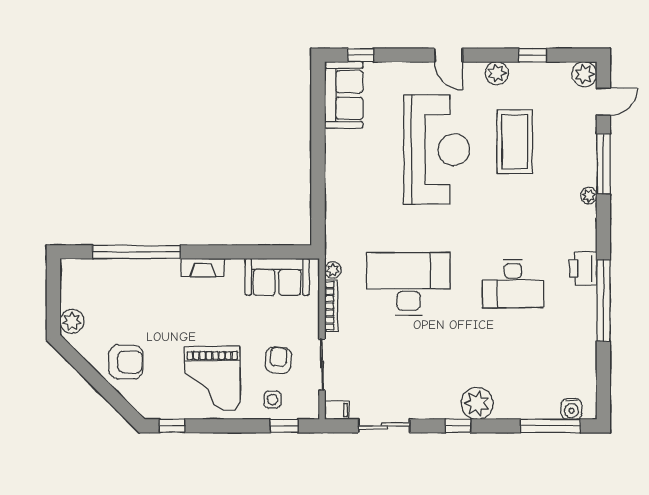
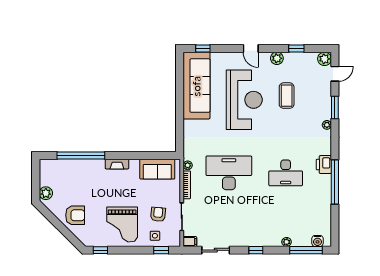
sofa: (344, 95) -> (196, 86), width x1.85, depth x1.27
coffee table: (515, 142) -> (287, 96), width x0.73, depth x0.76
window: (603, 164) -> (335, 108), width x0.69
plant: (477, 403) -> (287, 242), moved, width x0.53, depth x0.53

